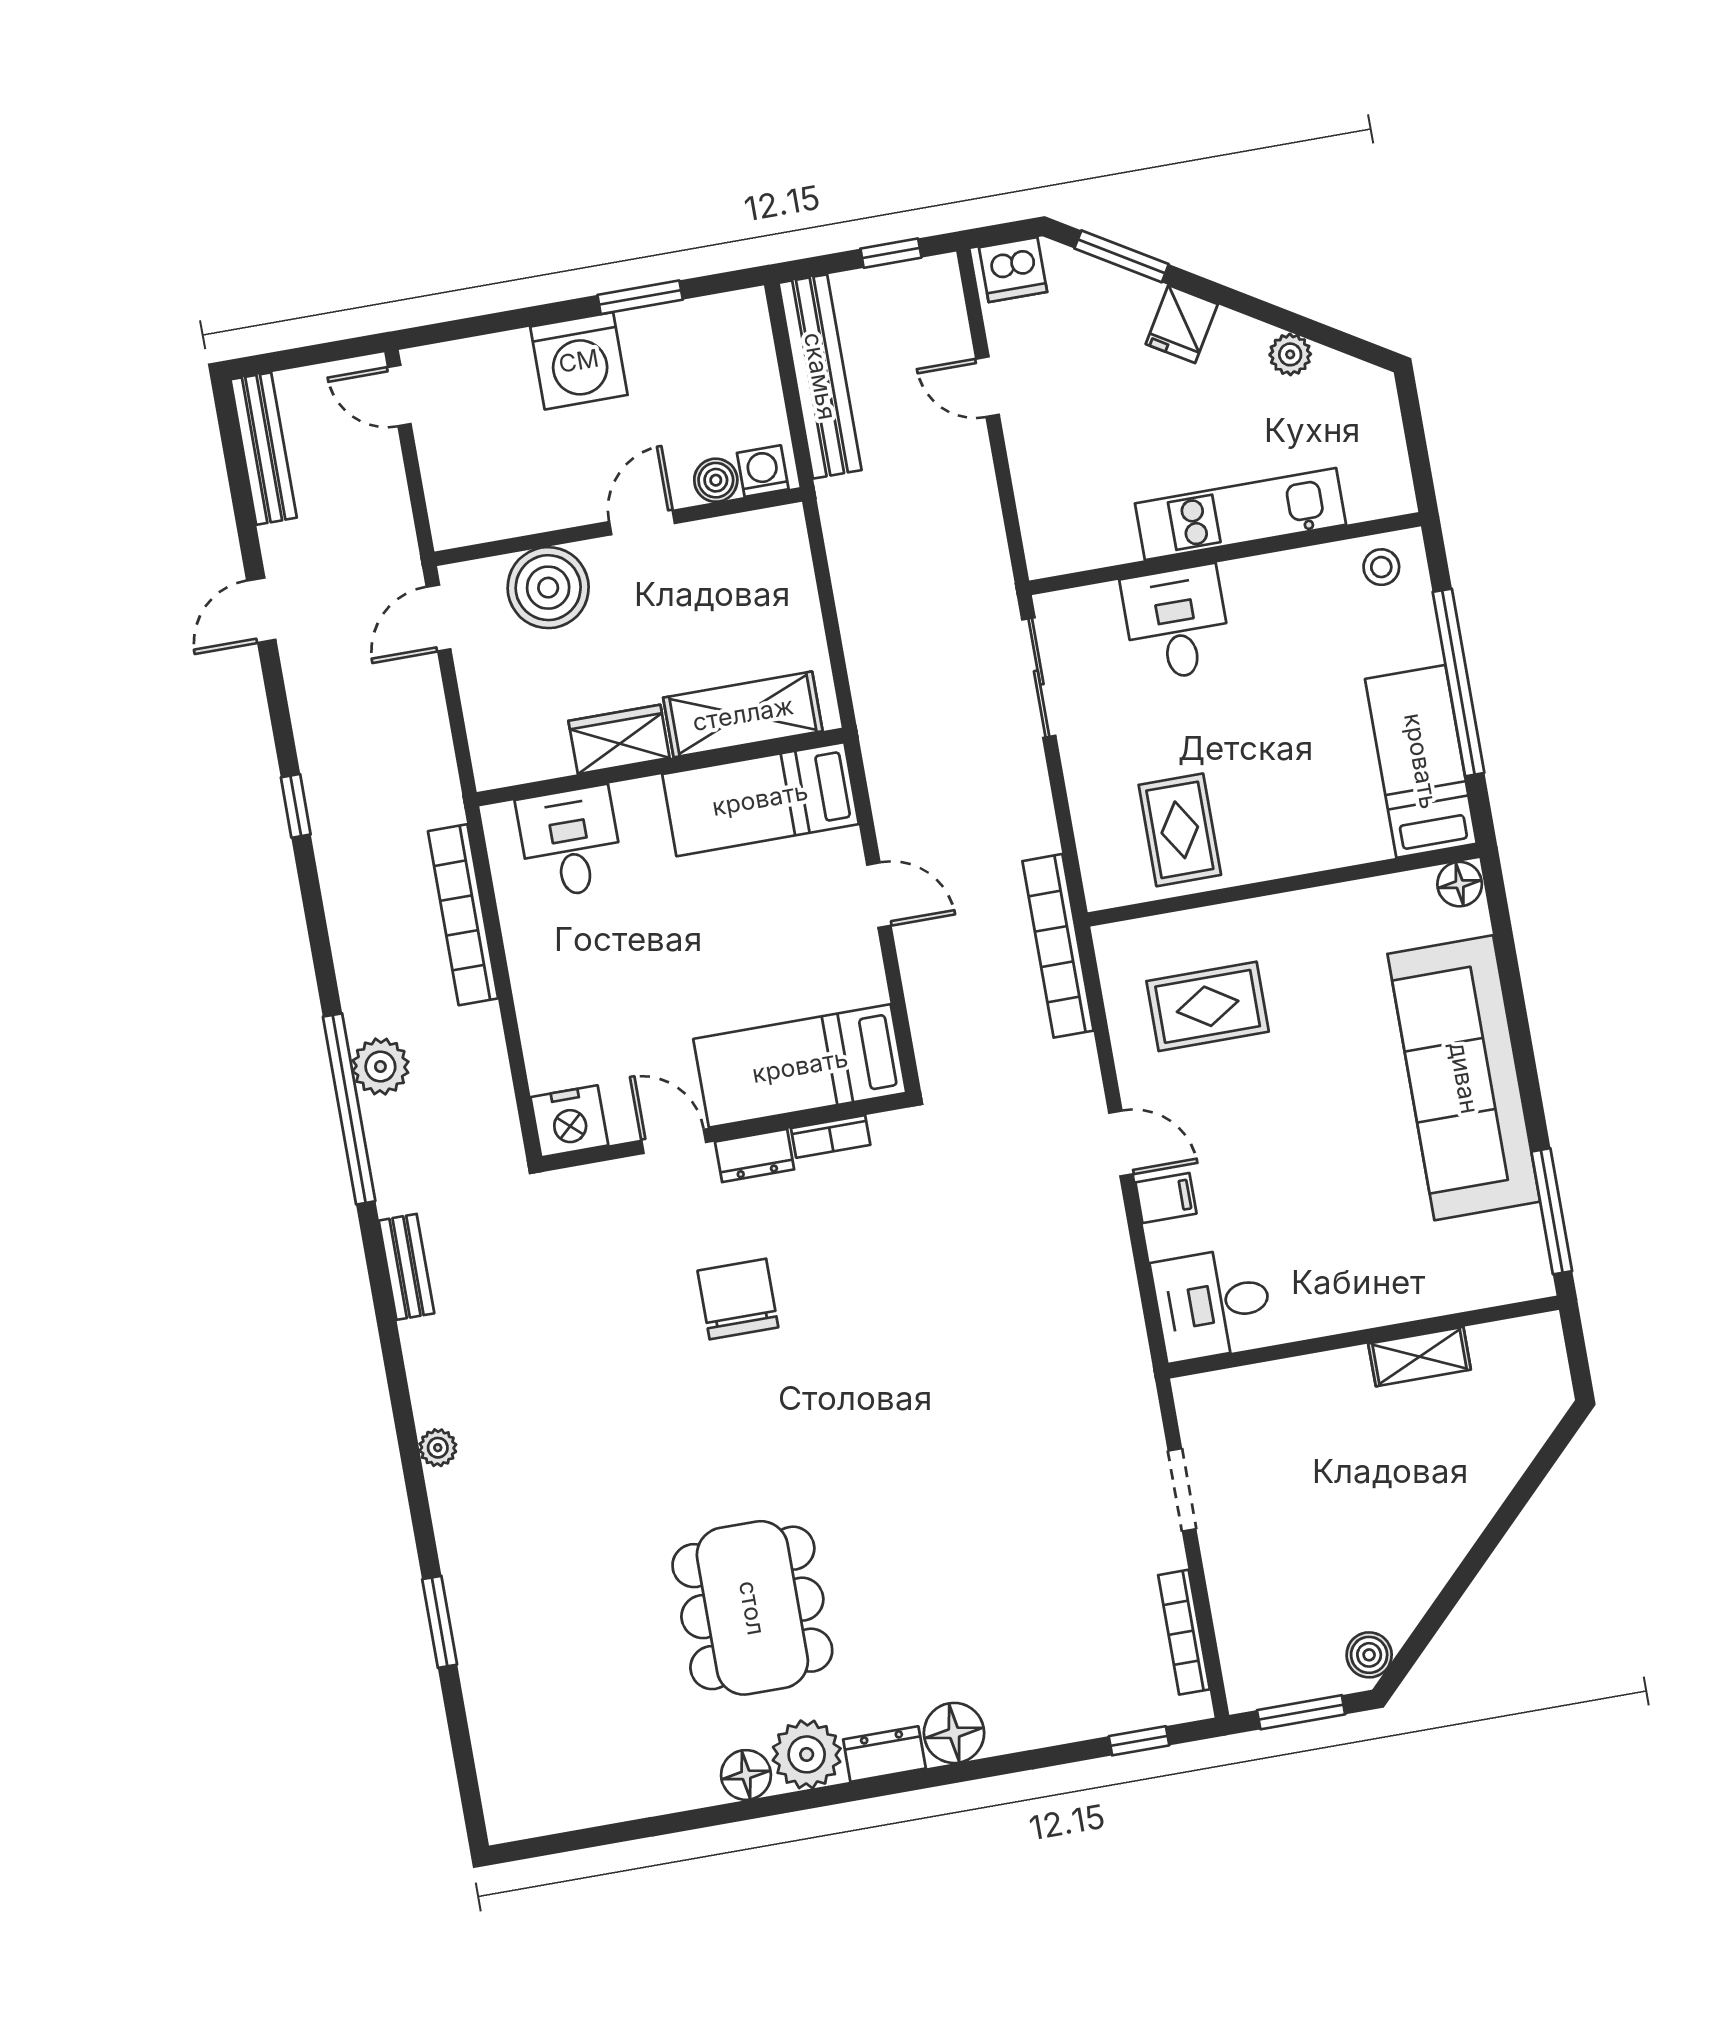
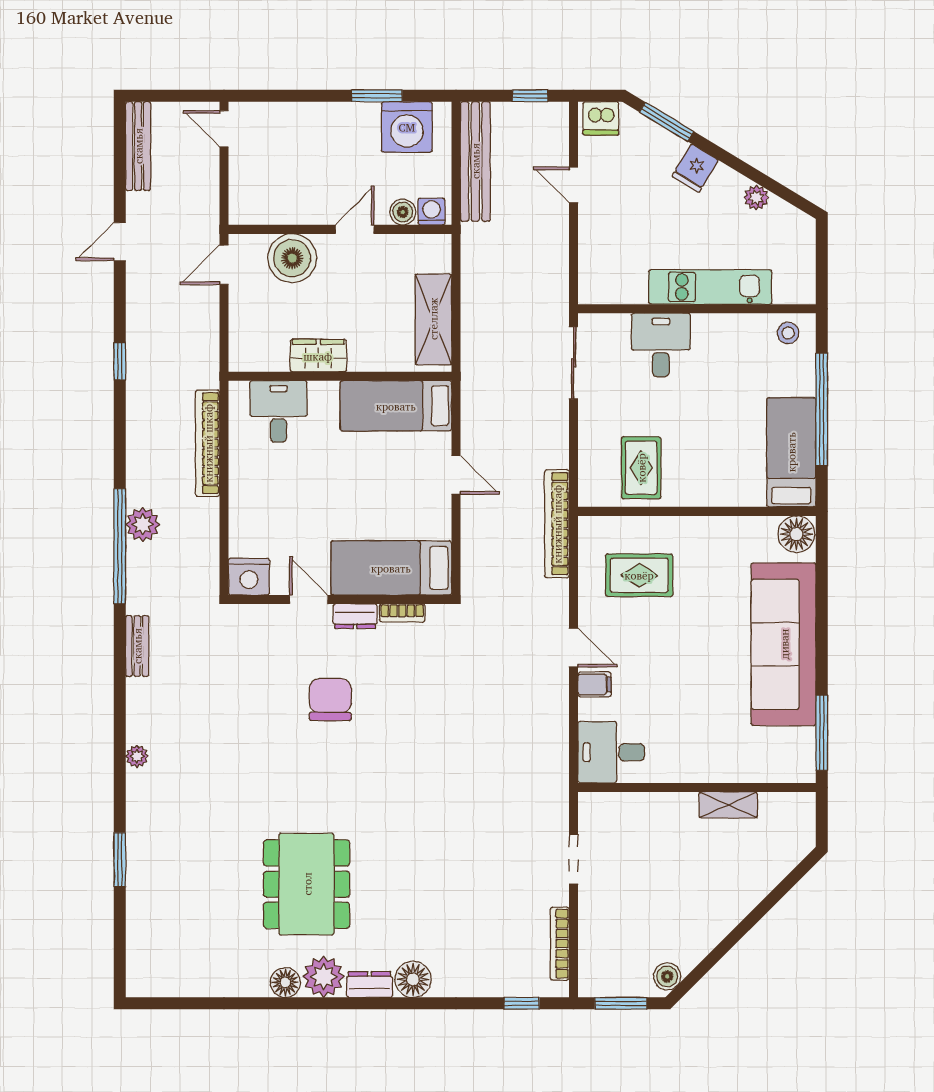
washing machine: (579, 361) -> (407, 127), moved
shelving: (743, 714) -> (433, 319), moved, turned 90
floor lamp: (1460, 884) -> (796, 534), width x1.38, depth x1.38

